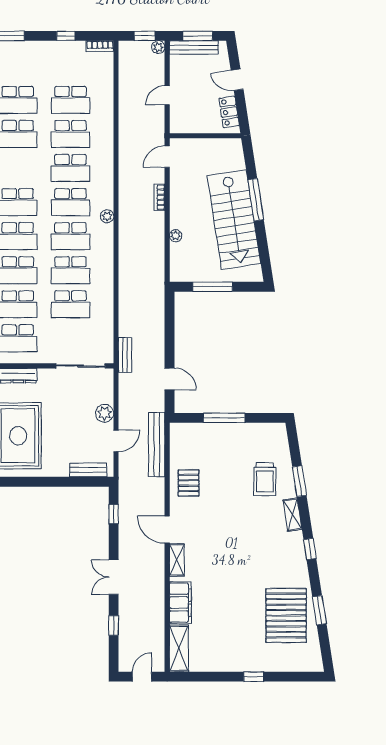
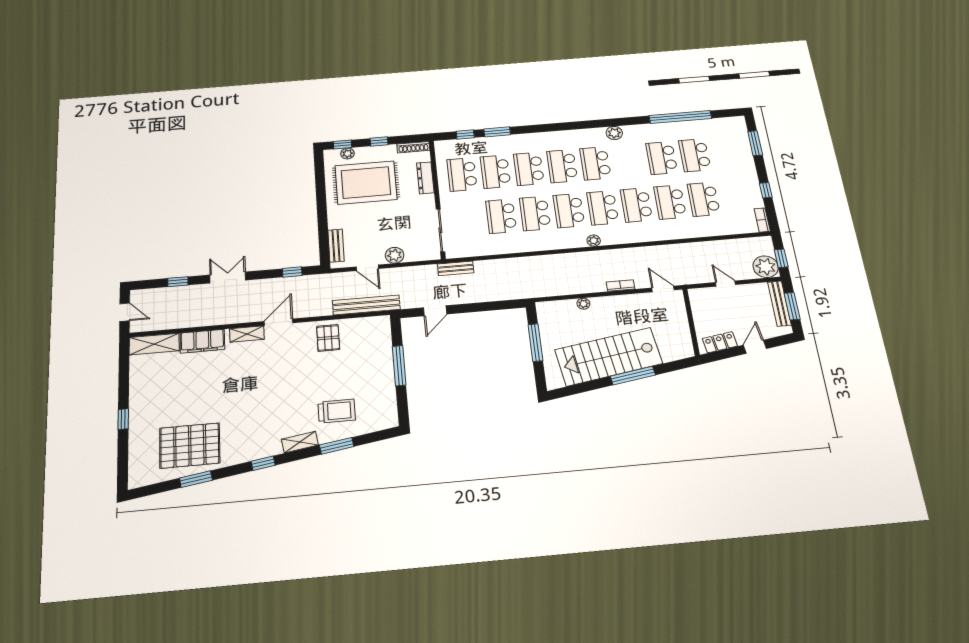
plant: (158, 47) -> (766, 267), width x1.88, depth x1.88
trolley: (265, 479) -> (337, 411), turned 180
pallet: (189, 483) -> (328, 338), turned 90

